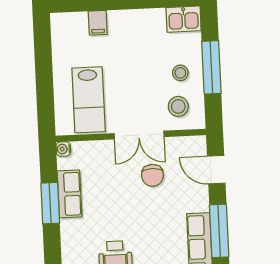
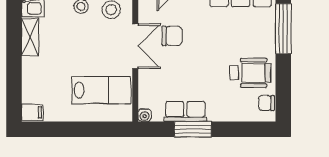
shelving: (144, 18) -> (30, 37), added
filing cabinet: (98, 23) -> (32, 112), moved

